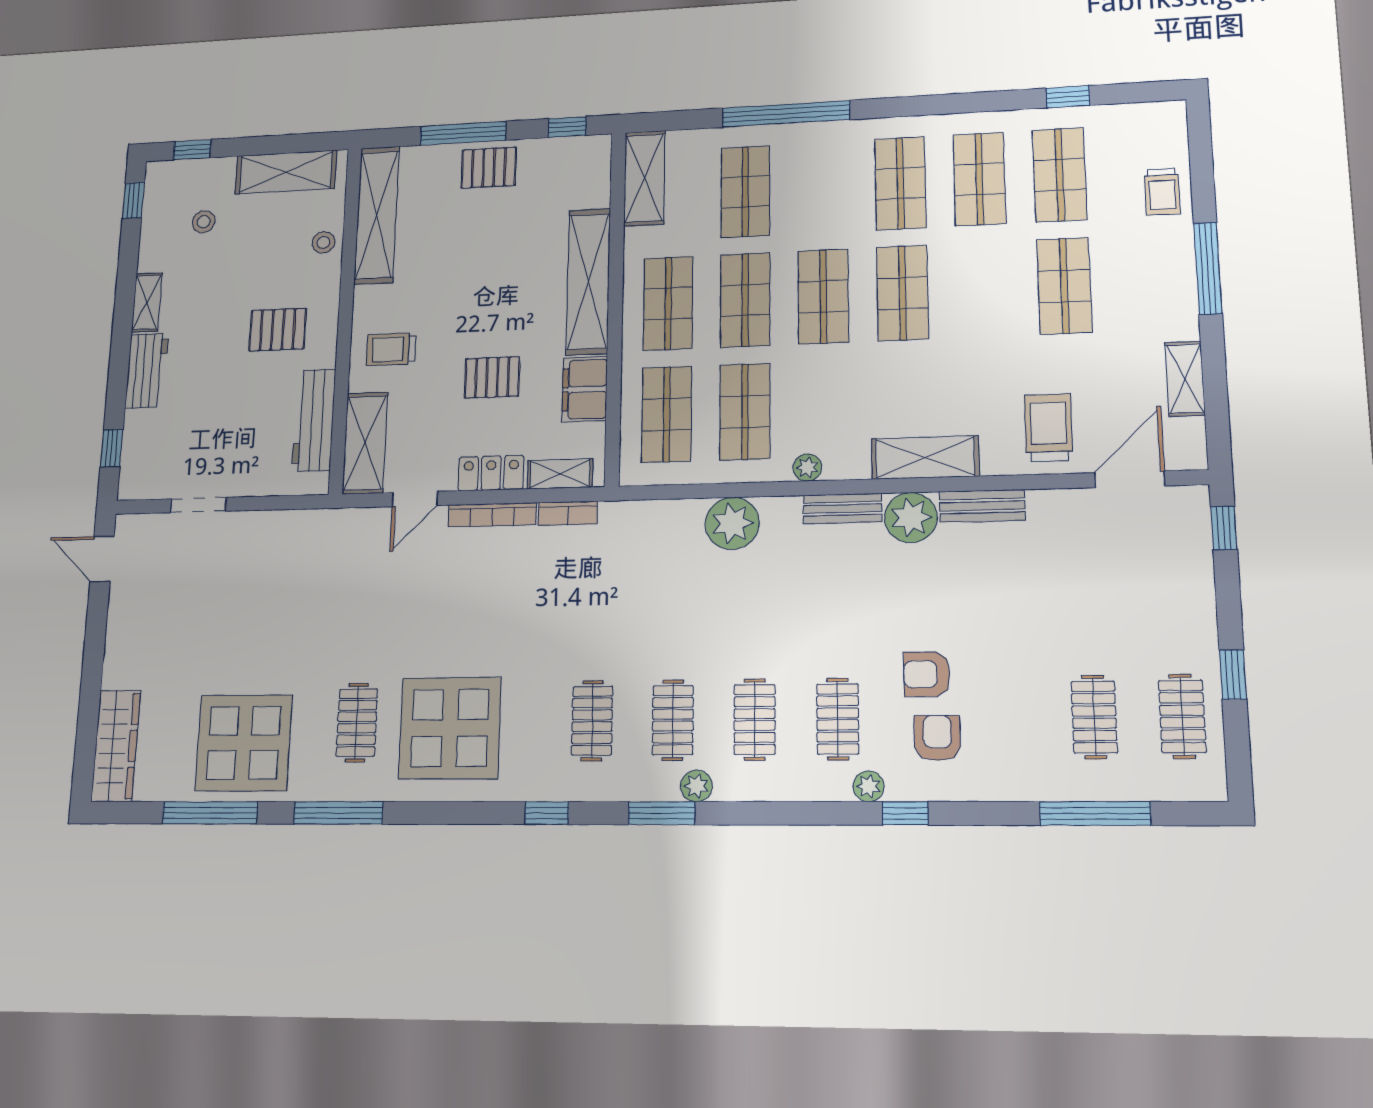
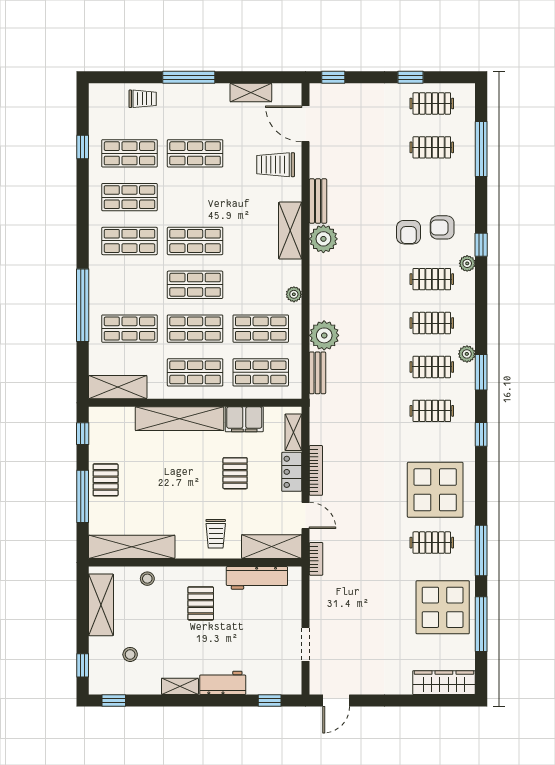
bench: (842, 509) -> (318, 373), moved
bookcase: (568, 513) -> (316, 559), moved

